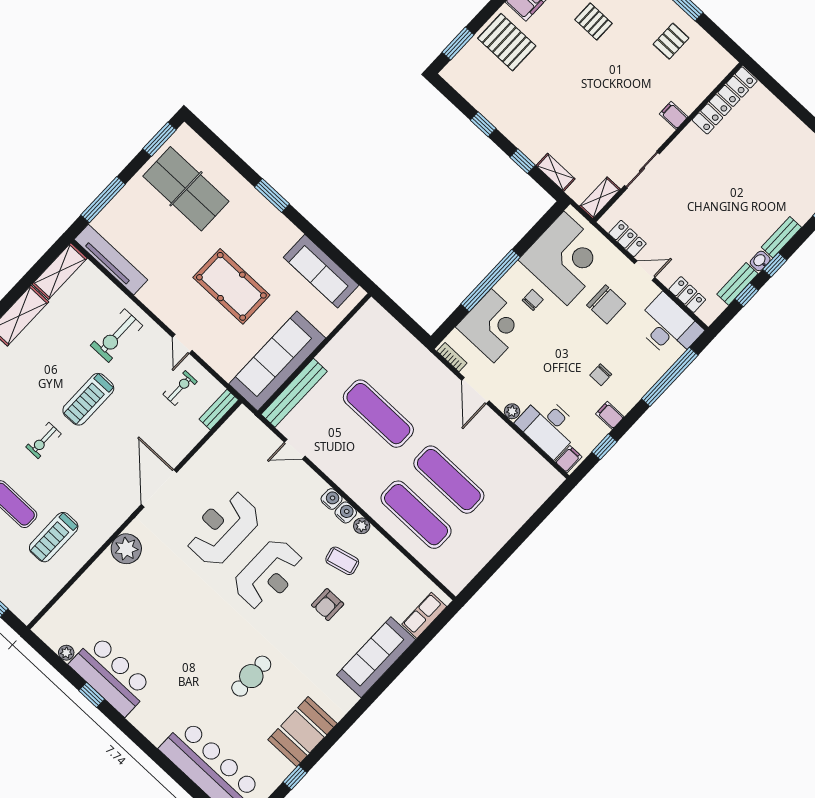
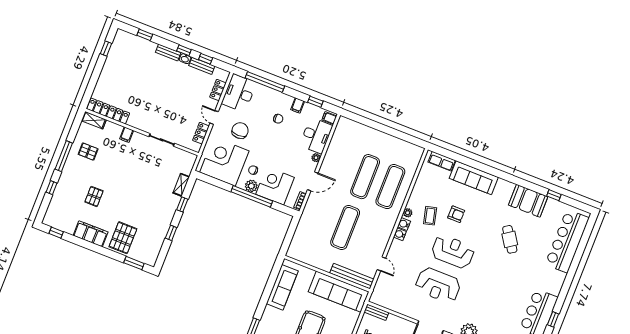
shelving: (600, 198) -> (94, 120), moved
plant: (508, 287) -> (251, 186), added
cafe table: (251, 676) -> (510, 239), turned 56

